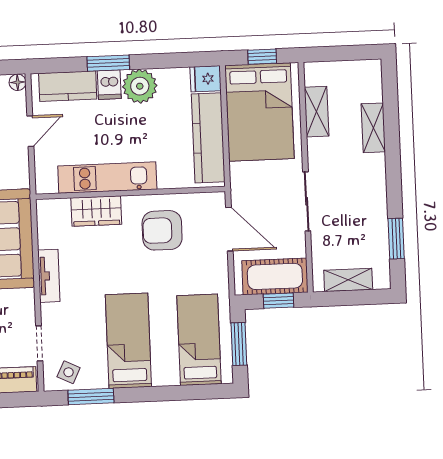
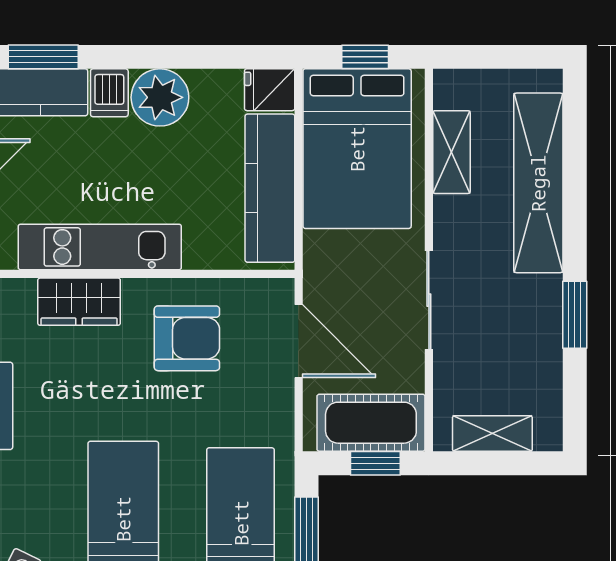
window: (108, 63) -> (43, 57), moved
shelving: (373, 128) -> (538, 183), width x2.20, depth x1.33
armchair: (162, 230) -> (187, 338), turned 180
window: (396, 239) -> (575, 315), moved

